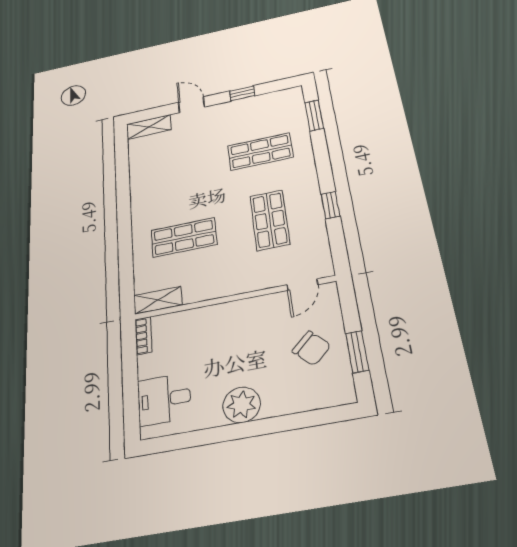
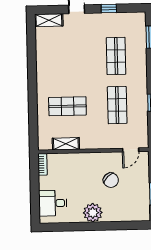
shop shelf: (260, 151) -> (116, 56), turned 90
shelving: (158, 300) -> (66, 144), moved
chair: (311, 348) -> (111, 180), moved

